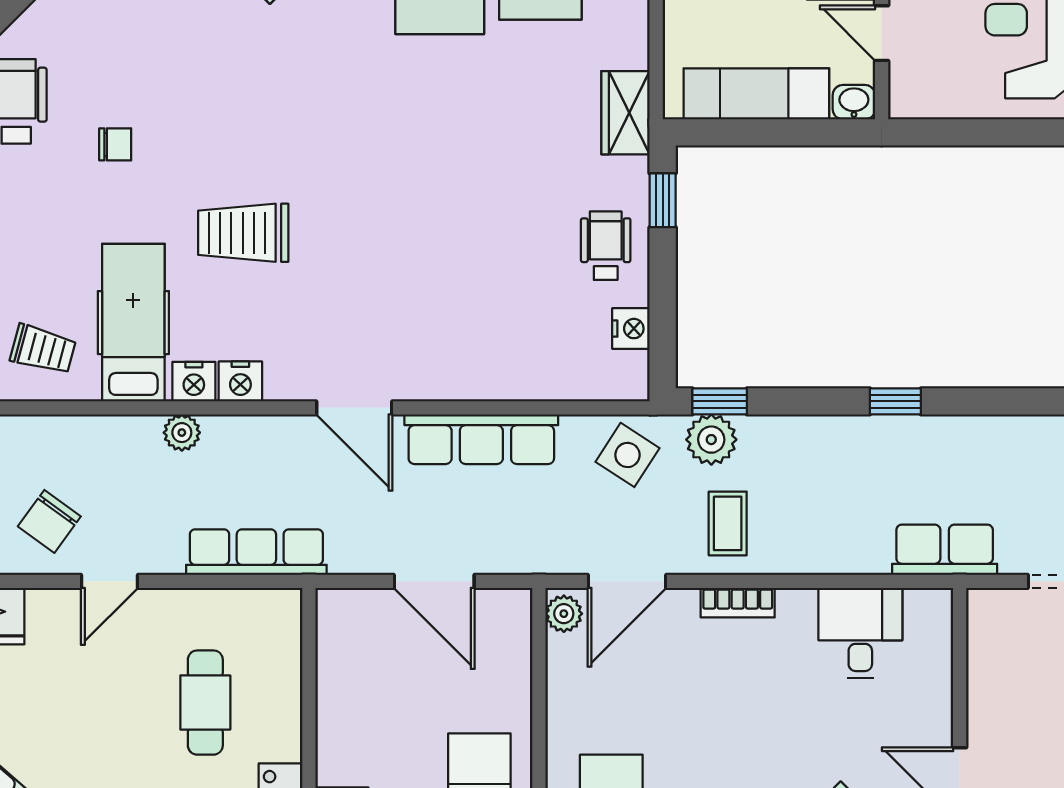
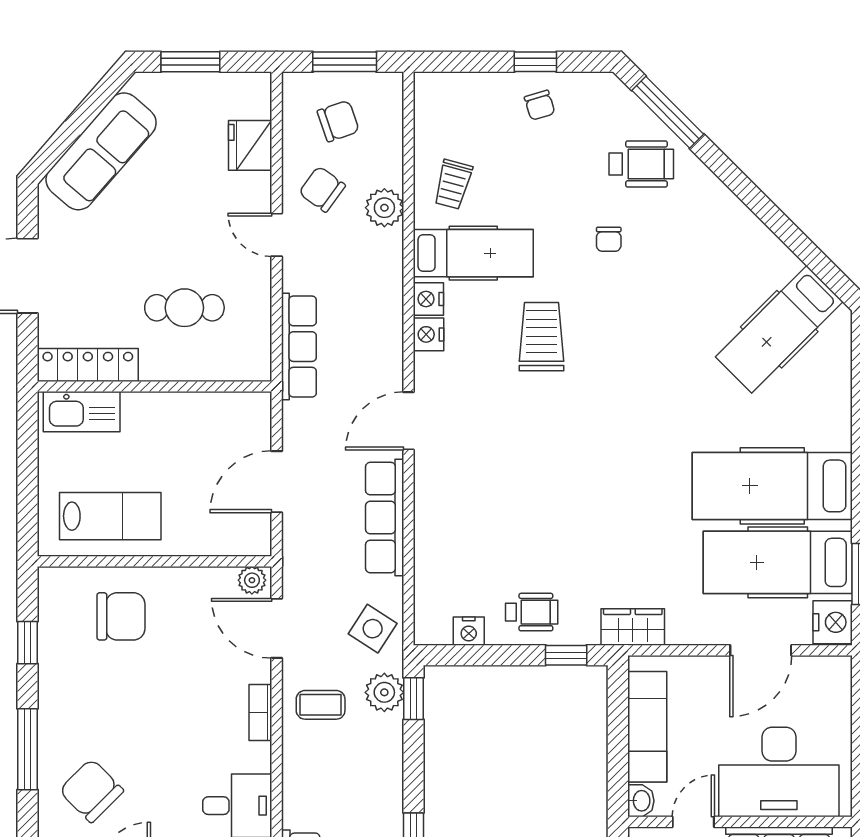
plant: (182, 433) -> (384, 208), moved, width x1.38, depth x1.38

